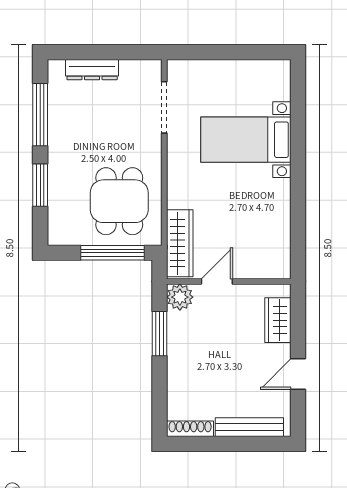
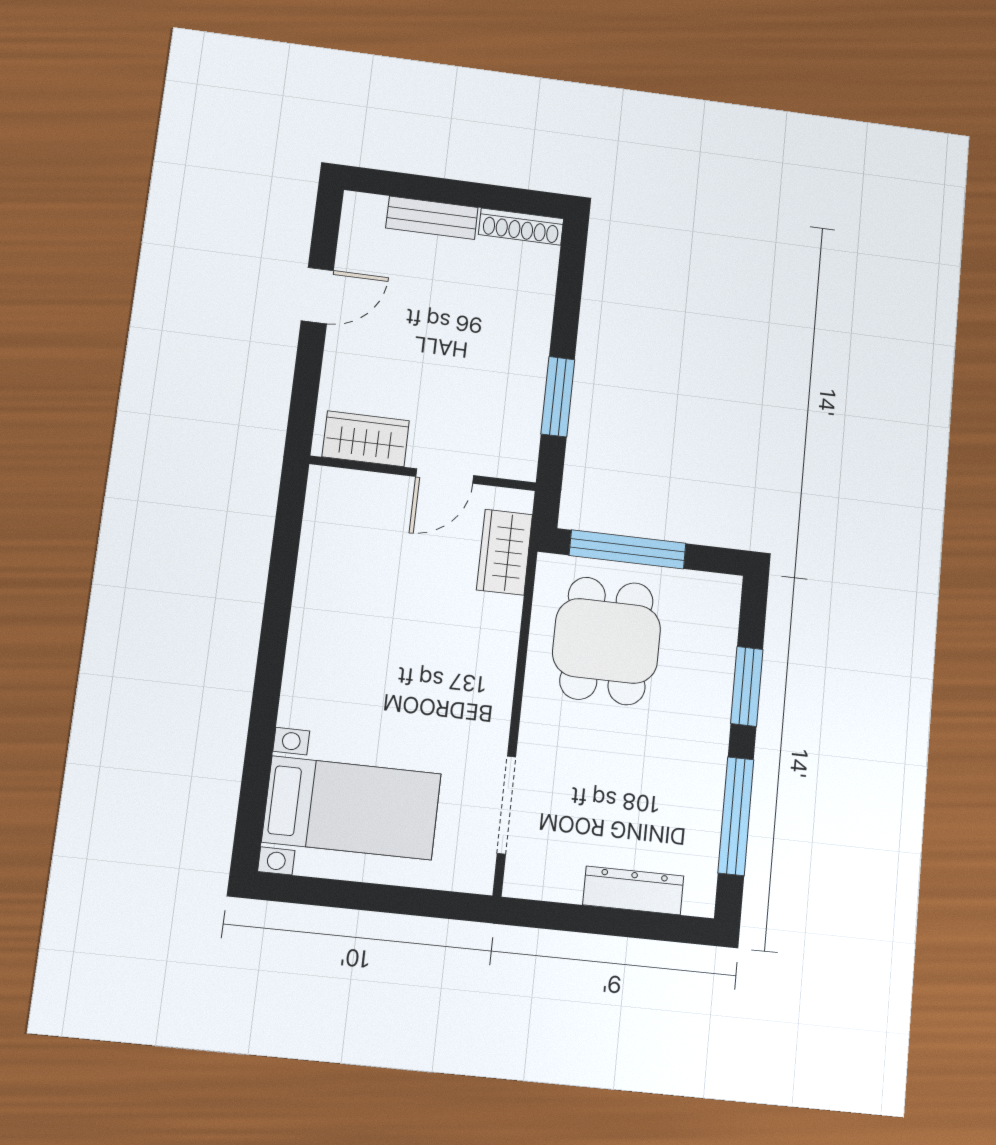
bed with nightstands: (246, 140) -> (352, 808), moved
wardrobe: (180, 243) -> (505, 552), width x0.67
plant: (180, 297) -> (515, 456), removed
wardrobe: (278, 320) -> (366, 439), moved, turned -90
bench: (249, 427) -> (432, 218), width x0.73

